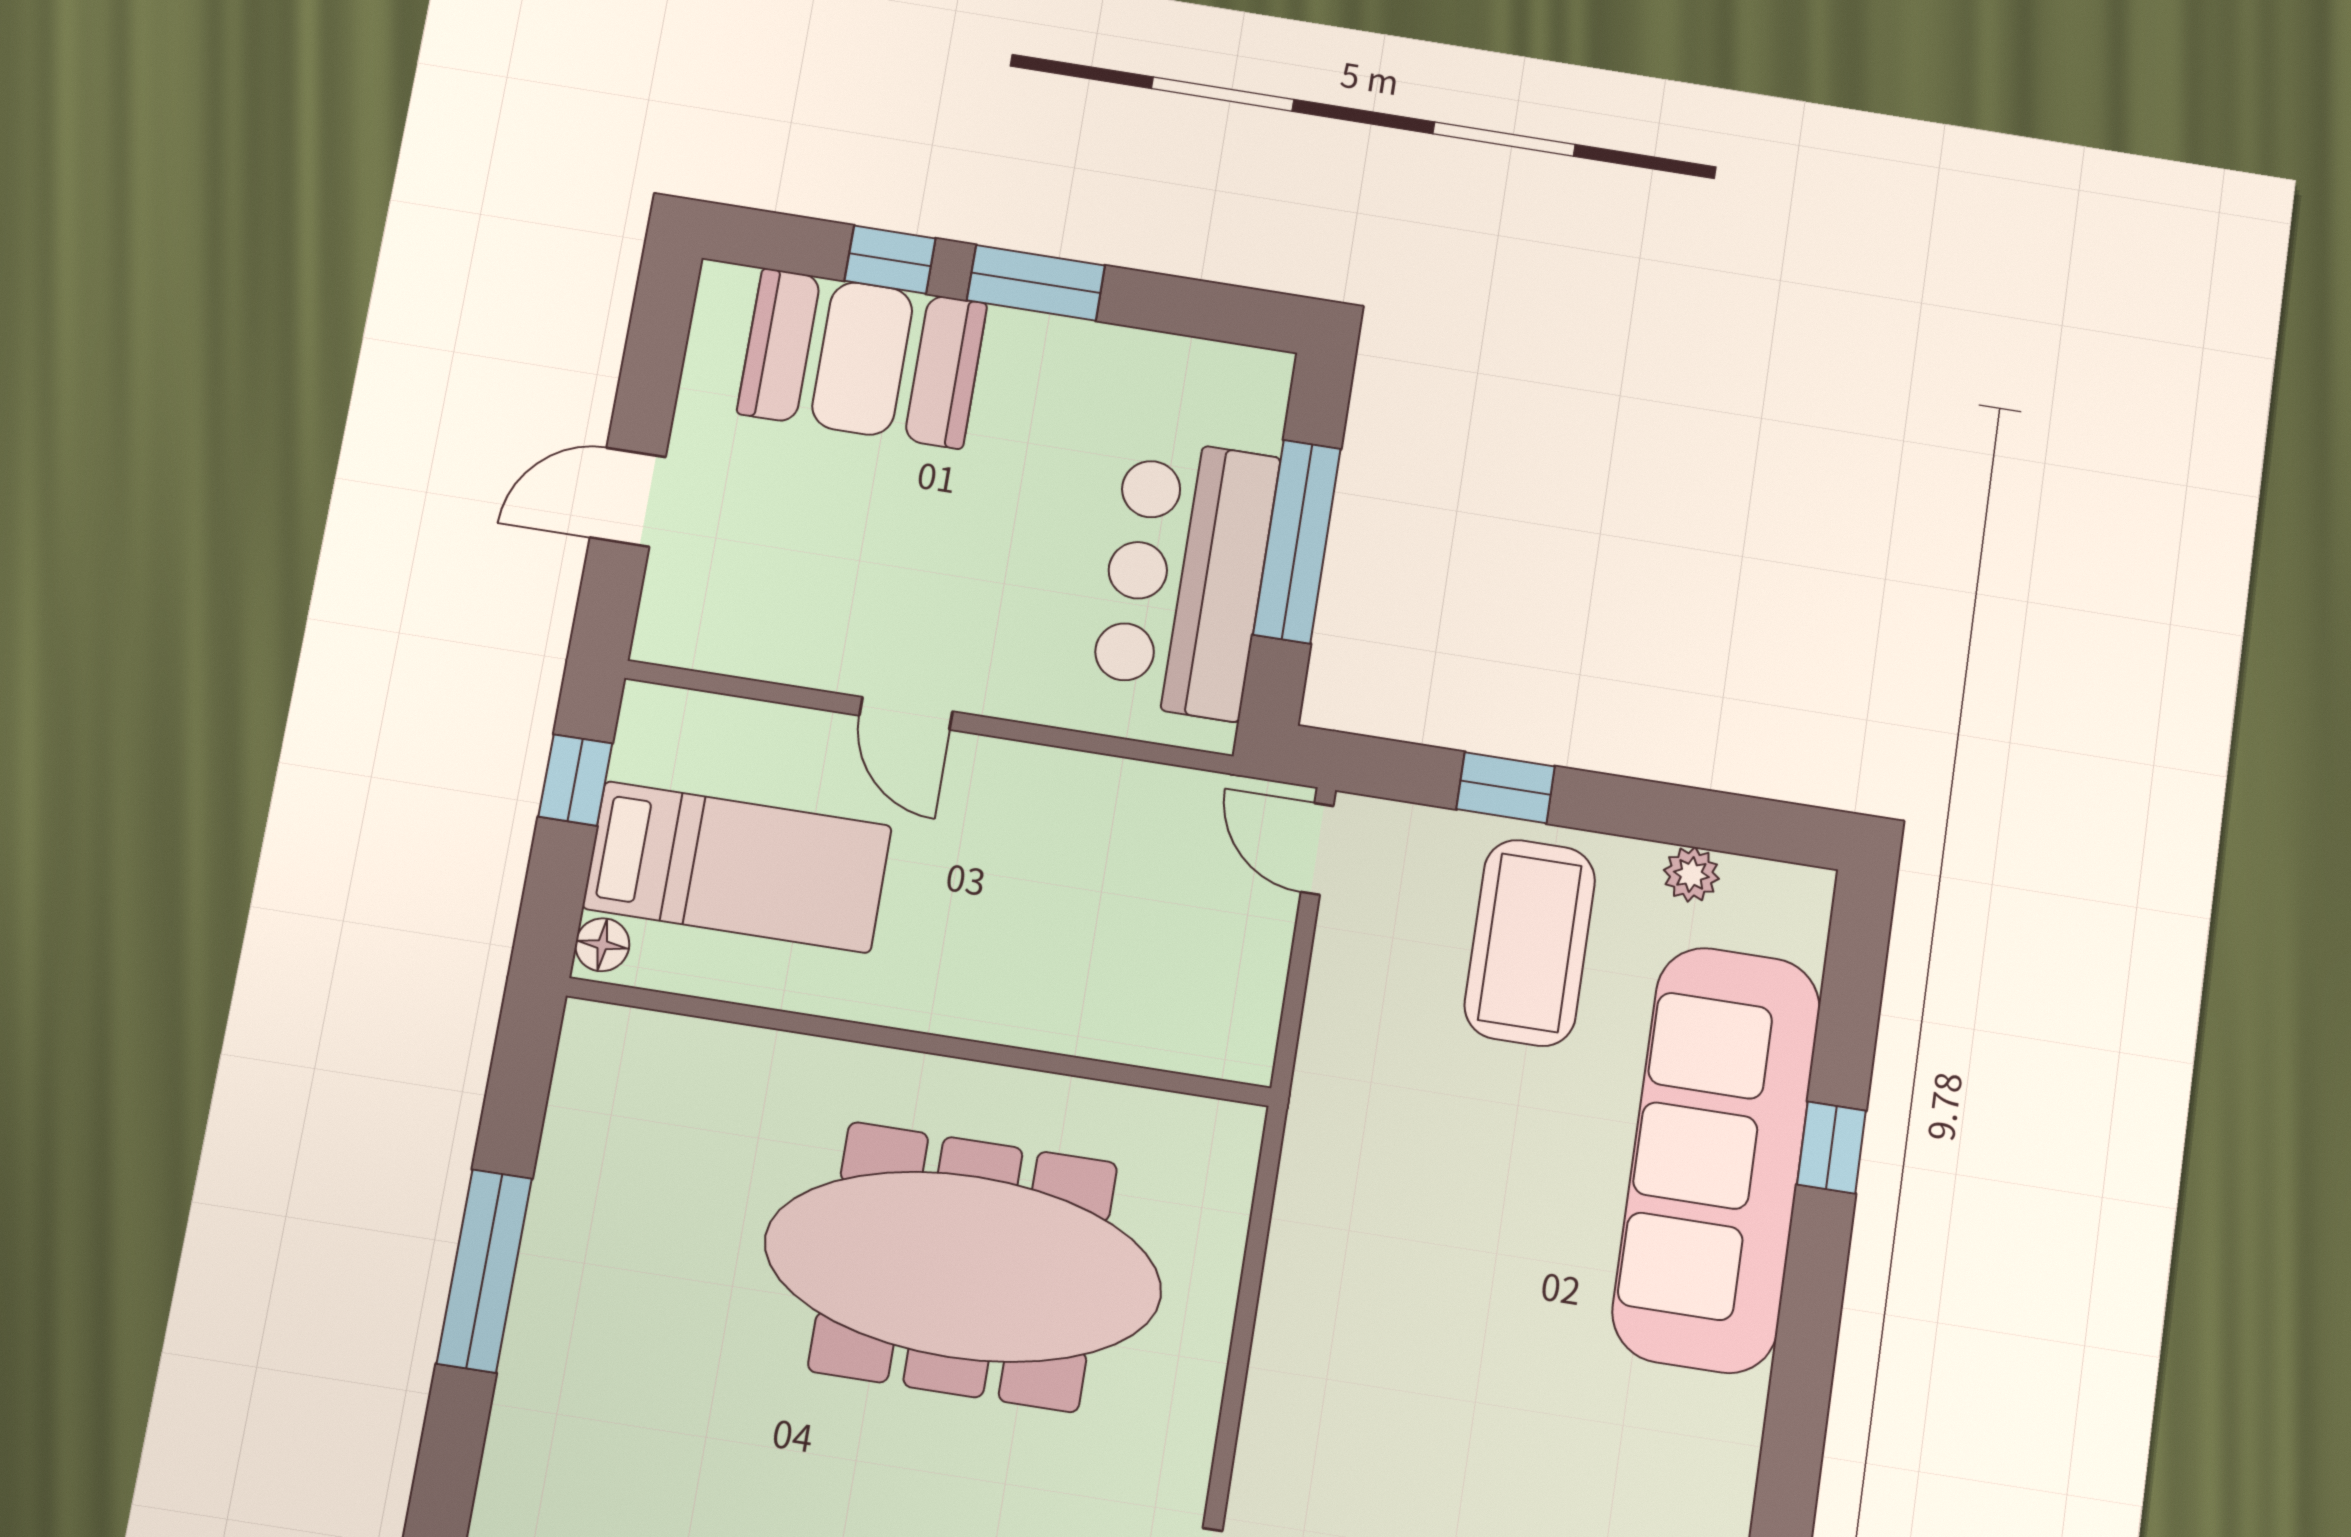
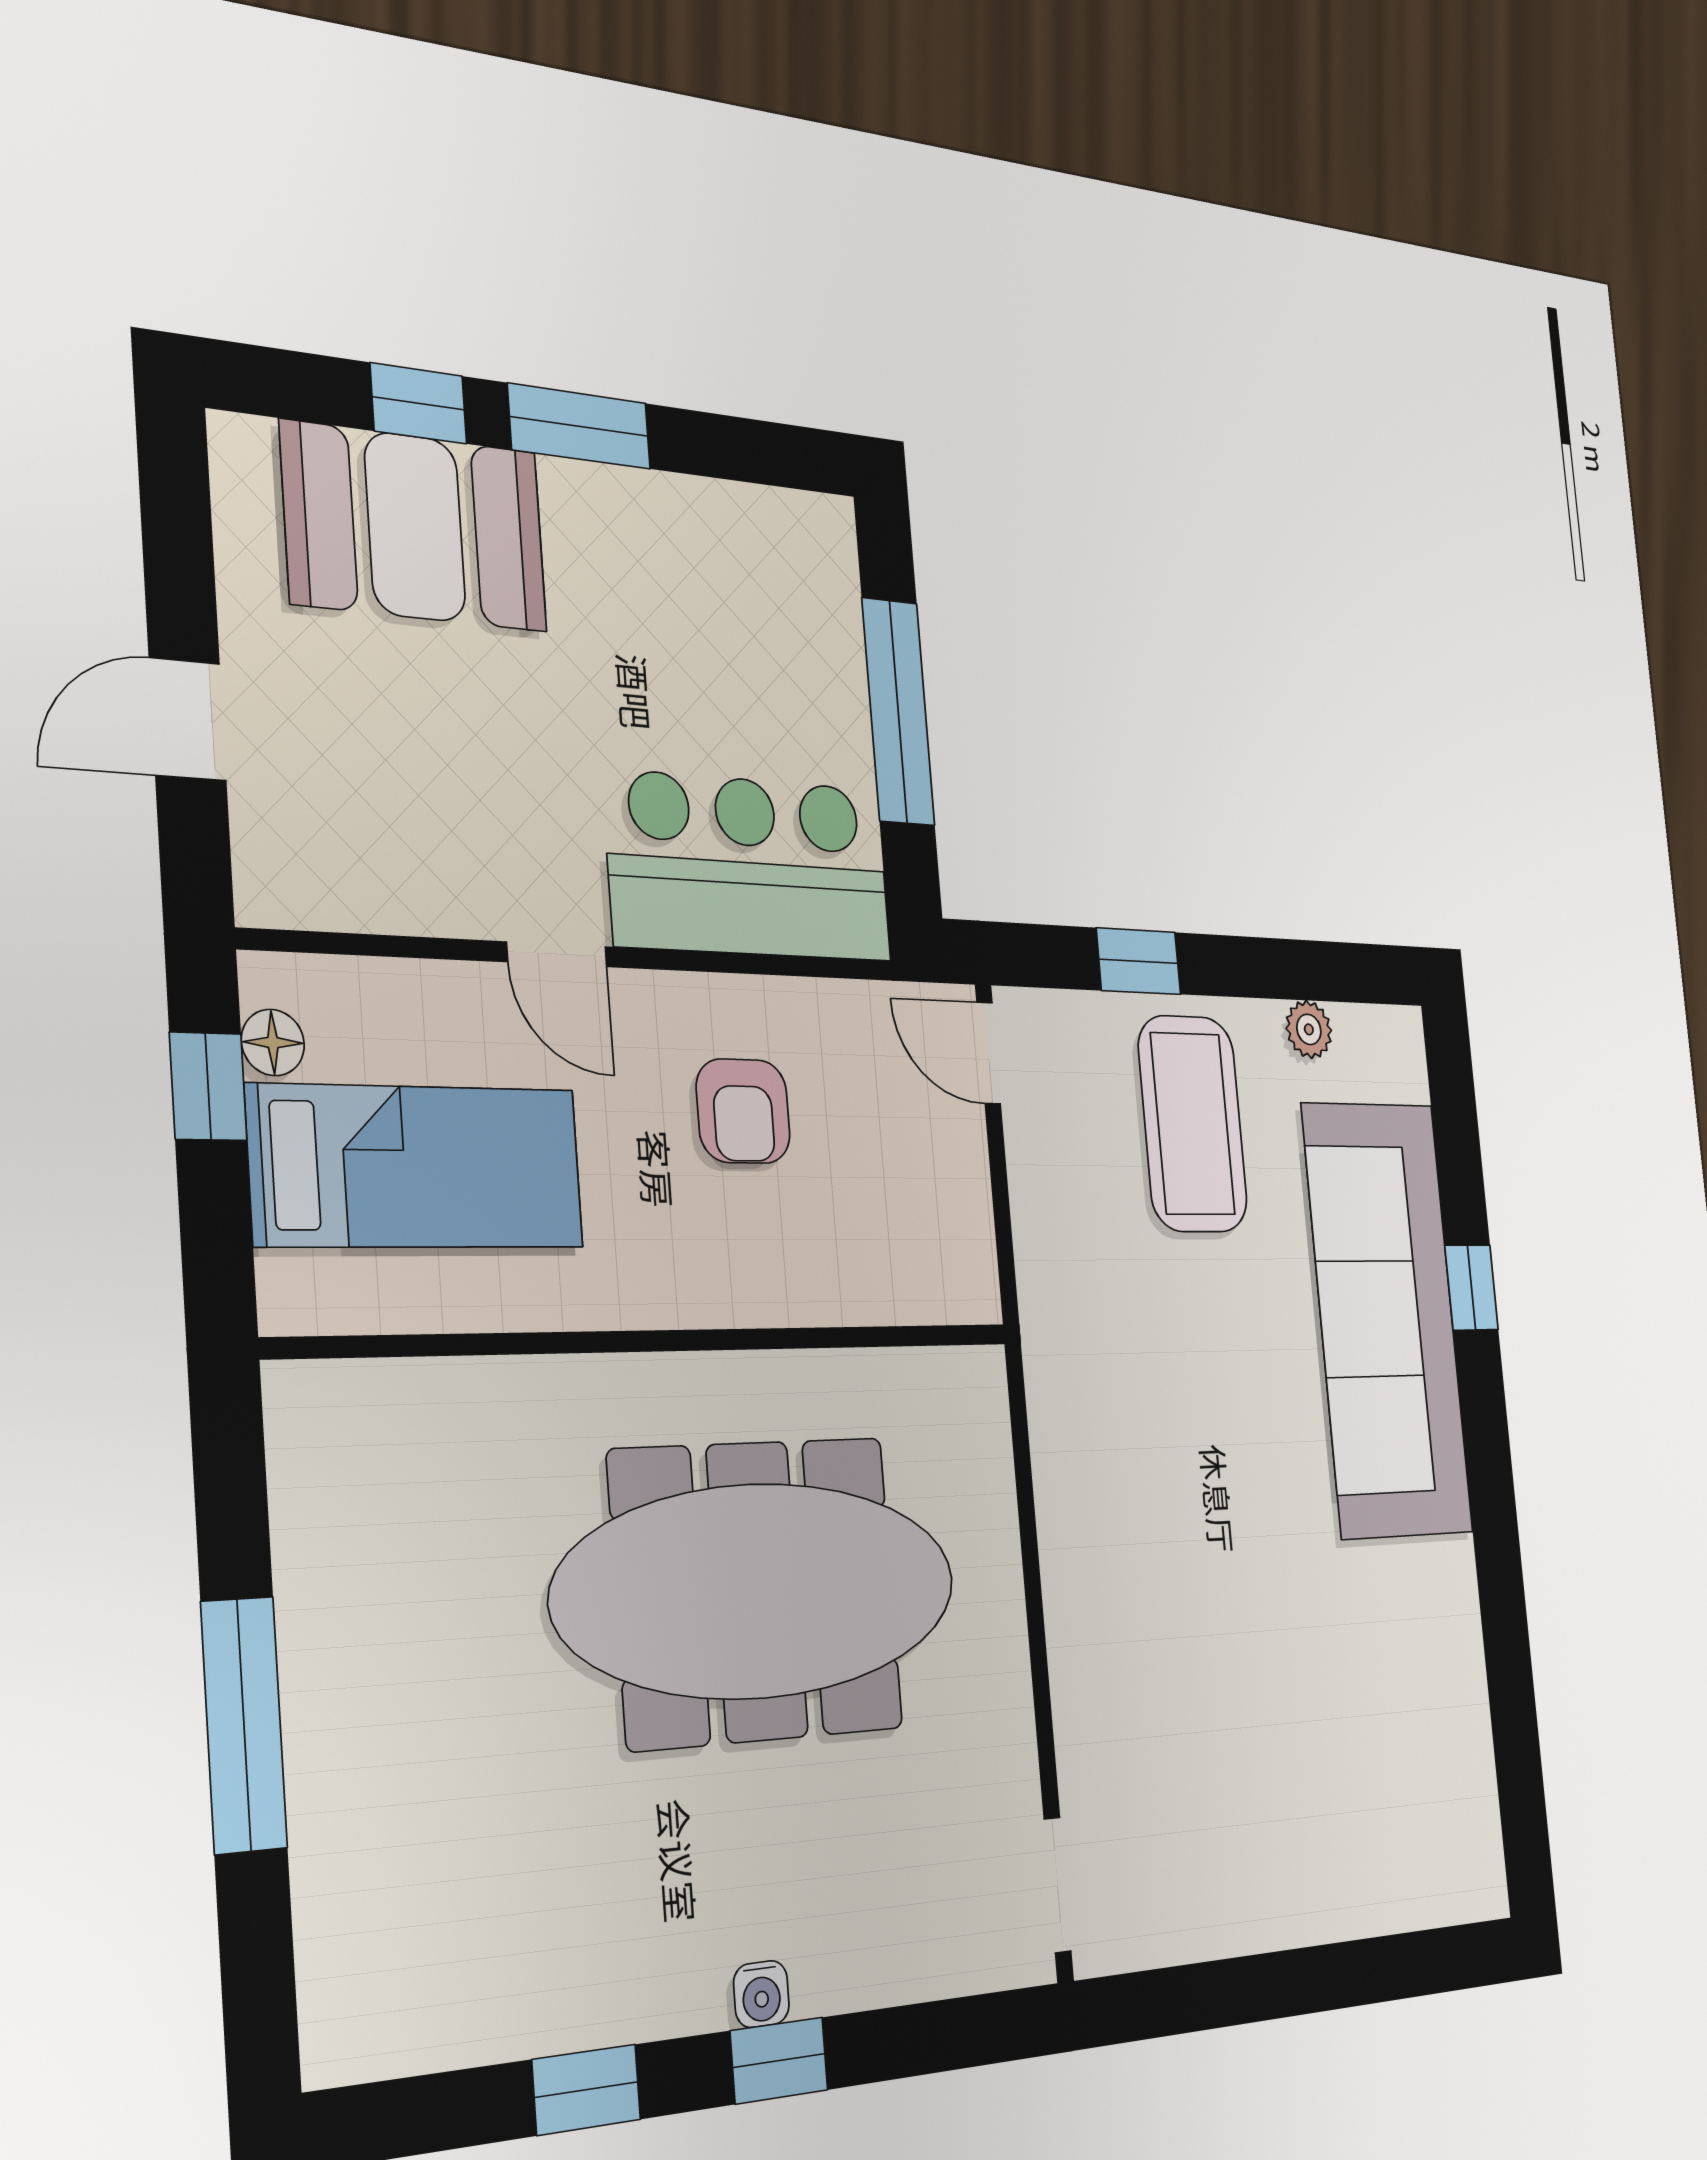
bar counter: (1185, 578) -> (749, 866), moved, turned 90
armchair: (1051, 865) -> (743, 1111), added
floor lamp: (602, 945) -> (273, 1043), moved

